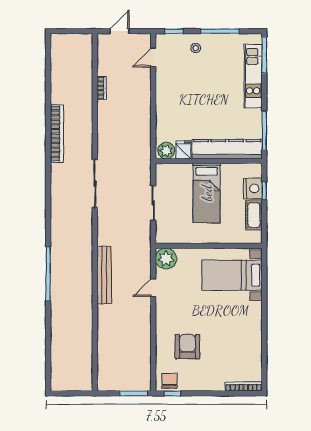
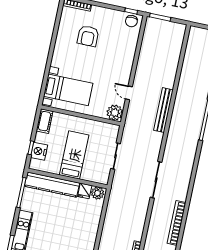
cot: (254, 215) -> (45, 121), moved
door: (153, 288) -> (129, 93), swing flipped
armchair: (187, 347) -> (88, 36), moved

